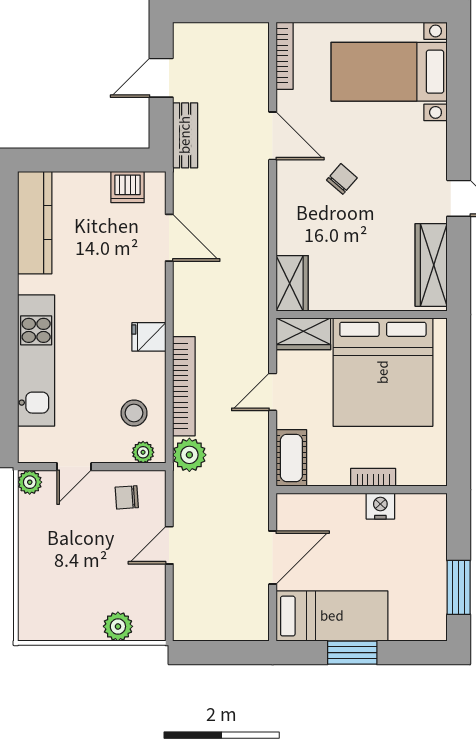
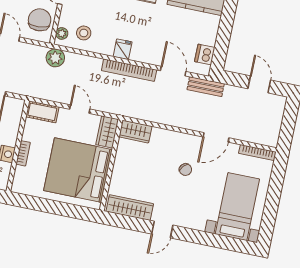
bench: (185, 135) -> (206, 87), moved
door: (169, 238) -> (173, 71), swing flipped
bookcase: (184, 386) -> (129, 70), moved
chair: (127, 497) -> (40, 20), width x1.87, depth x1.87

